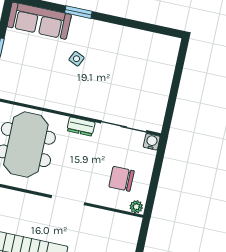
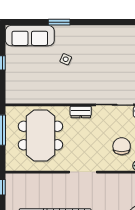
chair: (121, 179) -> (122, 146), turned 90

